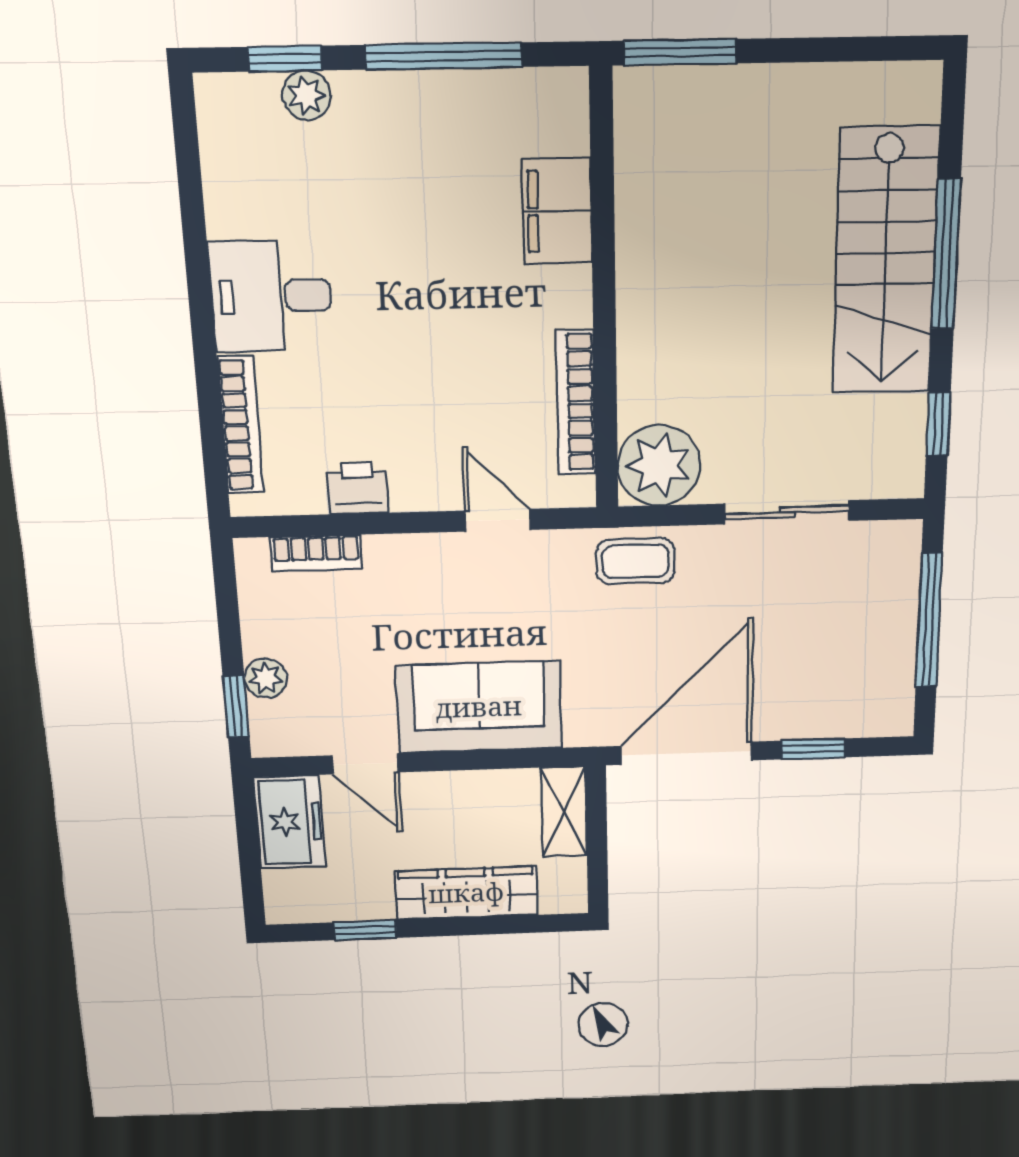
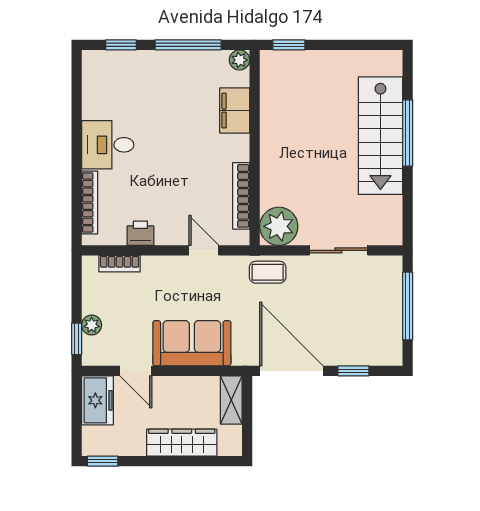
window: (680, 52) -> (289, 45), width x0.67
plant: (307, 96) -> (240, 60), moved
window: (938, 424) -> (408, 210), removed
door: (686, 753) -> (291, 371), hinge flipped
window: (365, 930) -> (103, 461), moved

